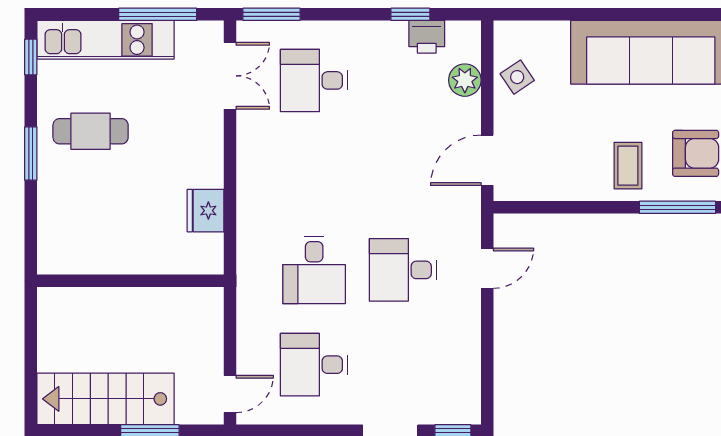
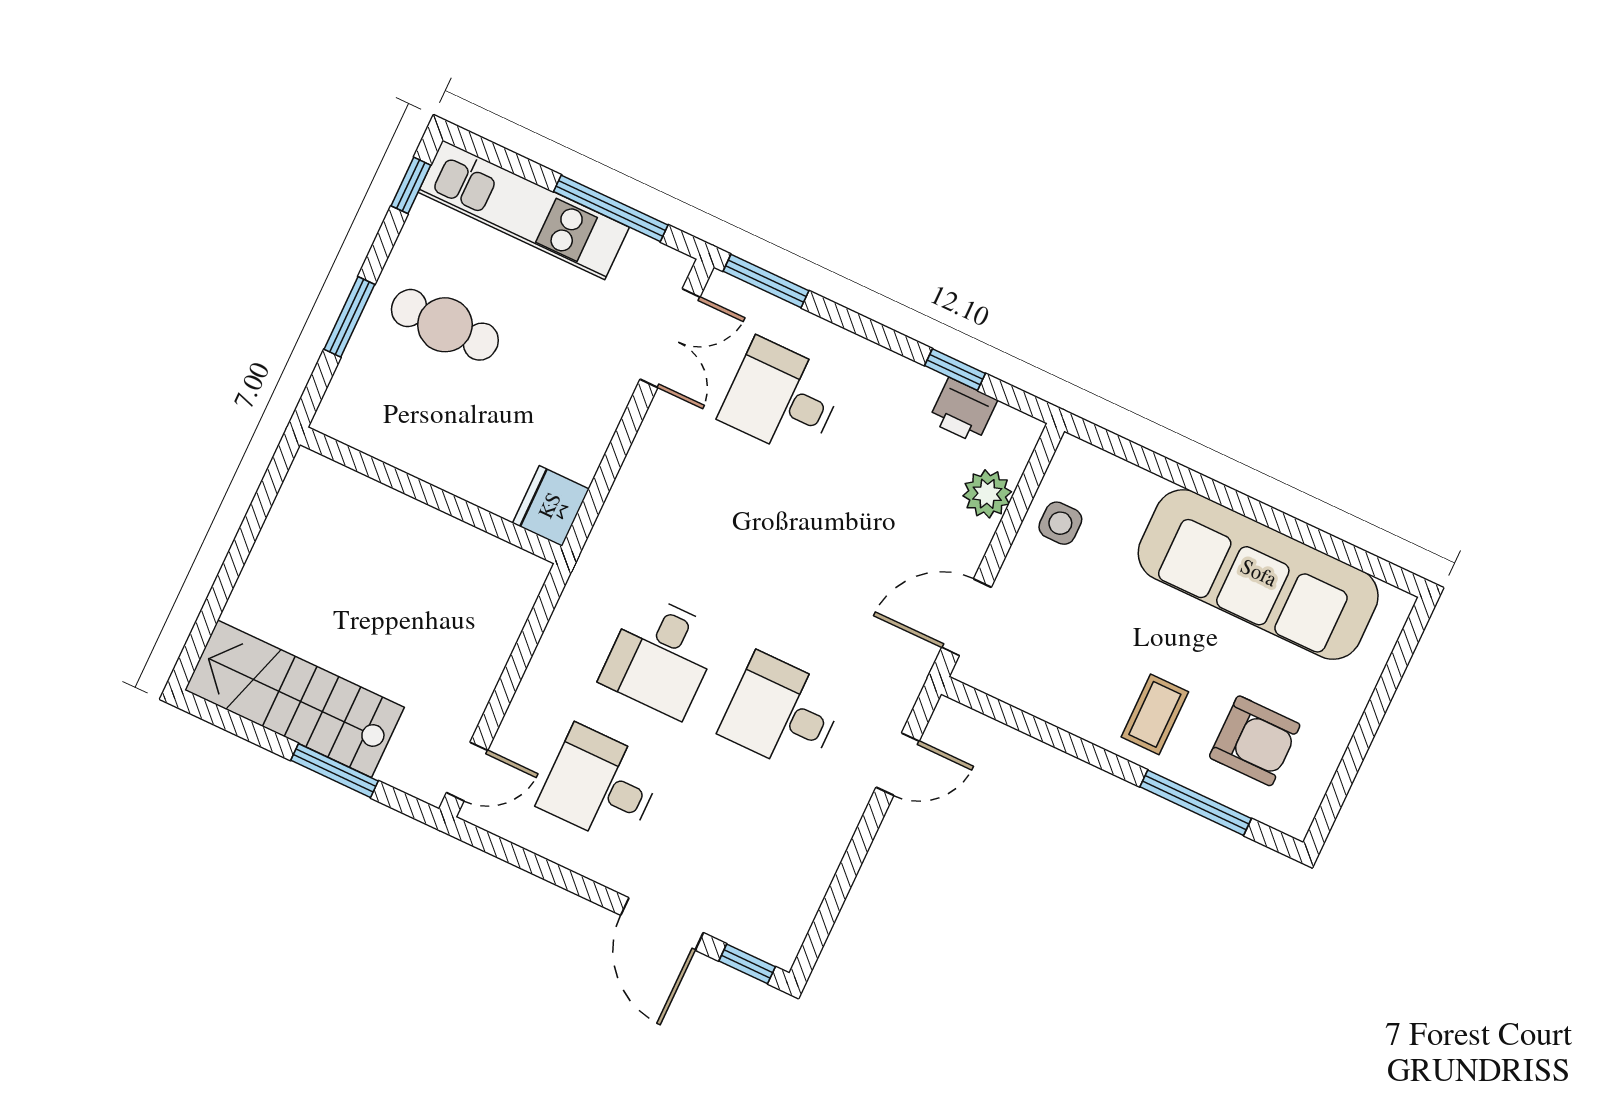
side table: (517, 77) -> (1060, 523), turned 34
wall: (130, 281) -> (431, 495), moved

